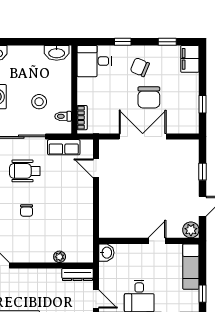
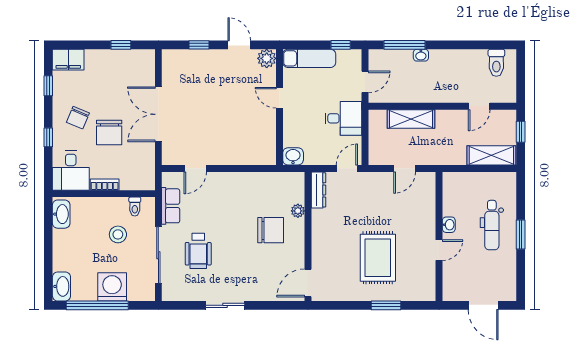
chair: (149, 97) -> (109, 132), moved, turned 90
bookcase: (82, 118) -> (105, 185), moved
chair: (27, 210) -> (271, 230), moved, width x1.87, depth x1.87

